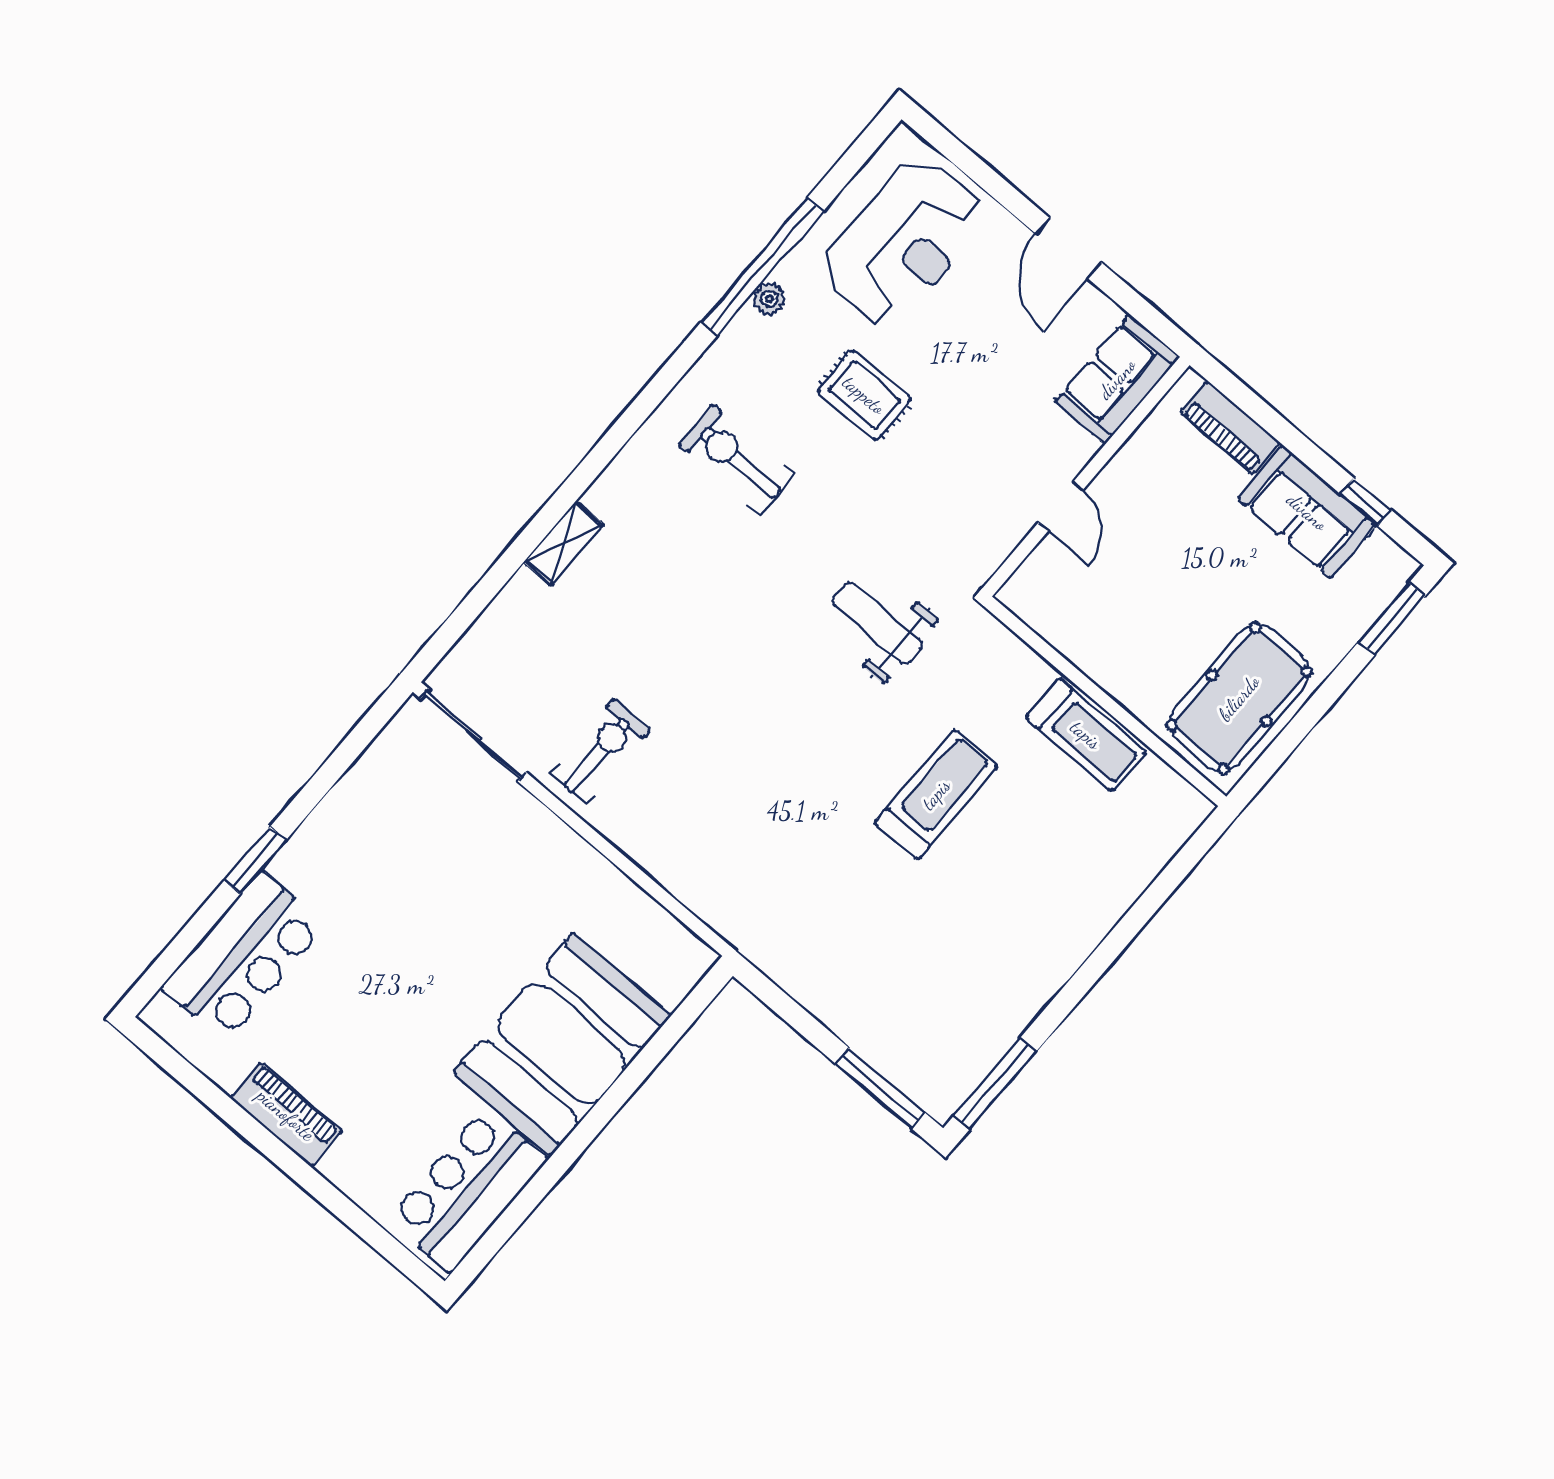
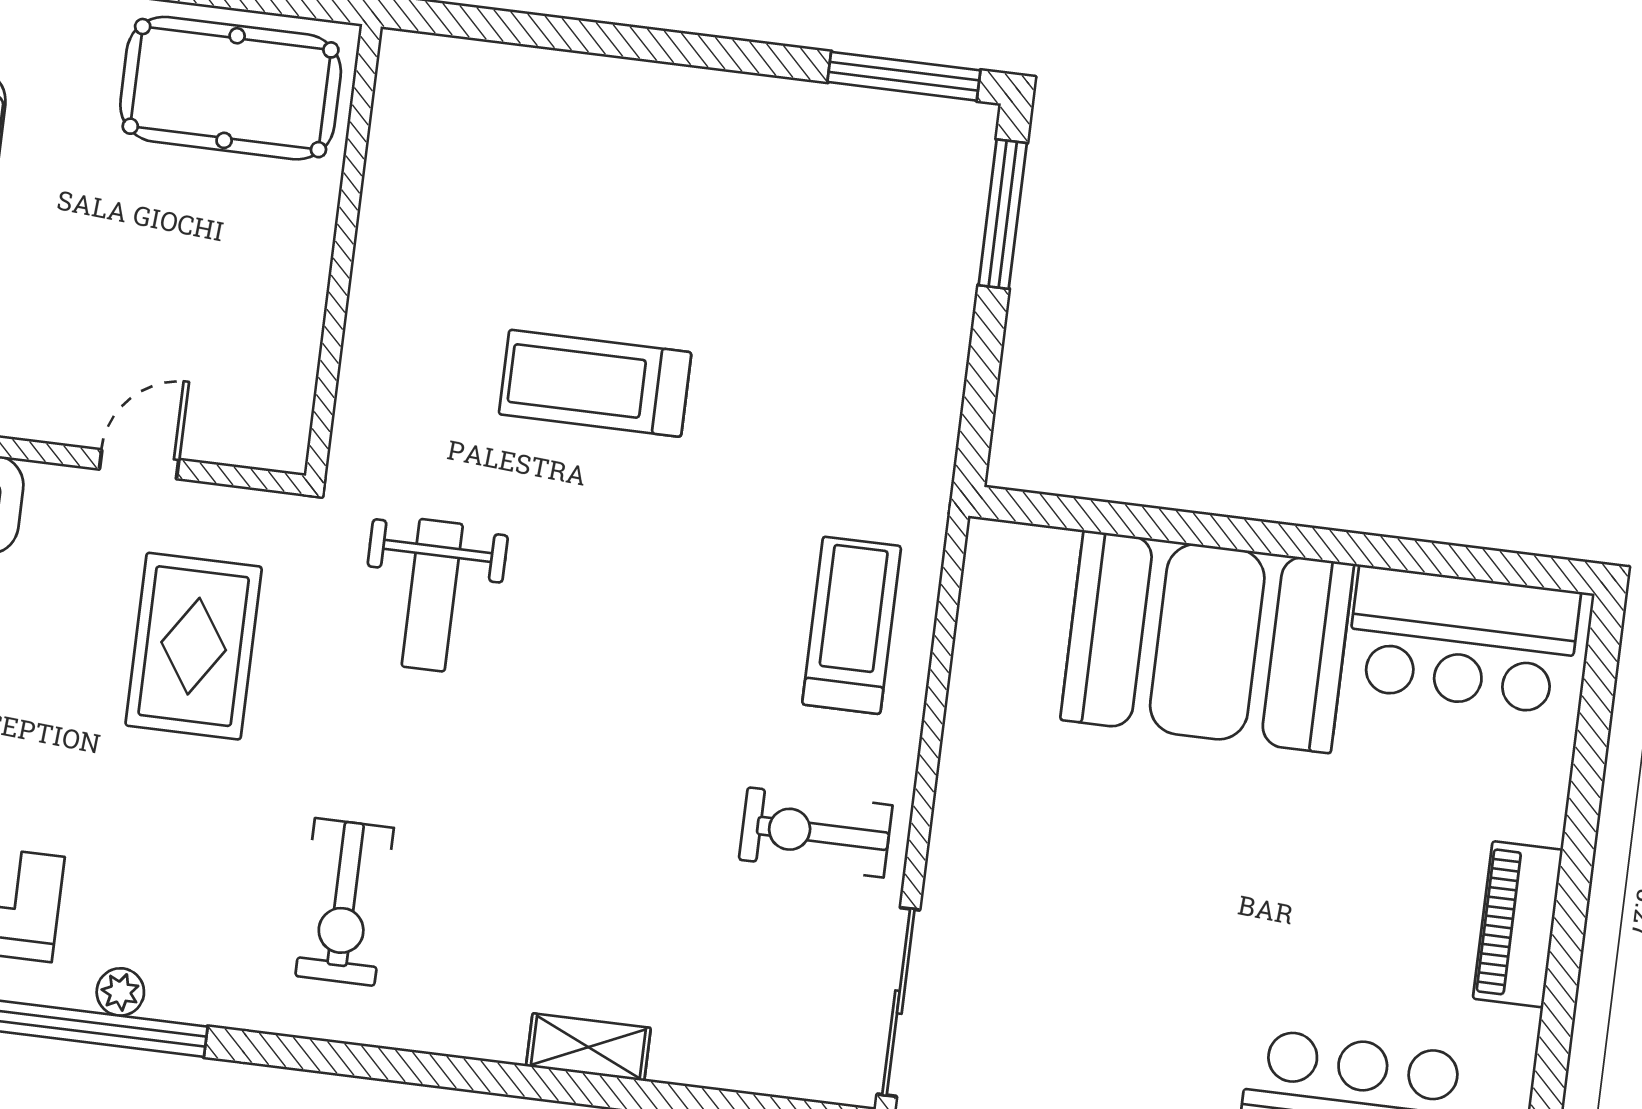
rug: (864, 395) -> (194, 646), moved, width x1.36, depth x1.43
treadmill: (1086, 735) -> (852, 625), moved

